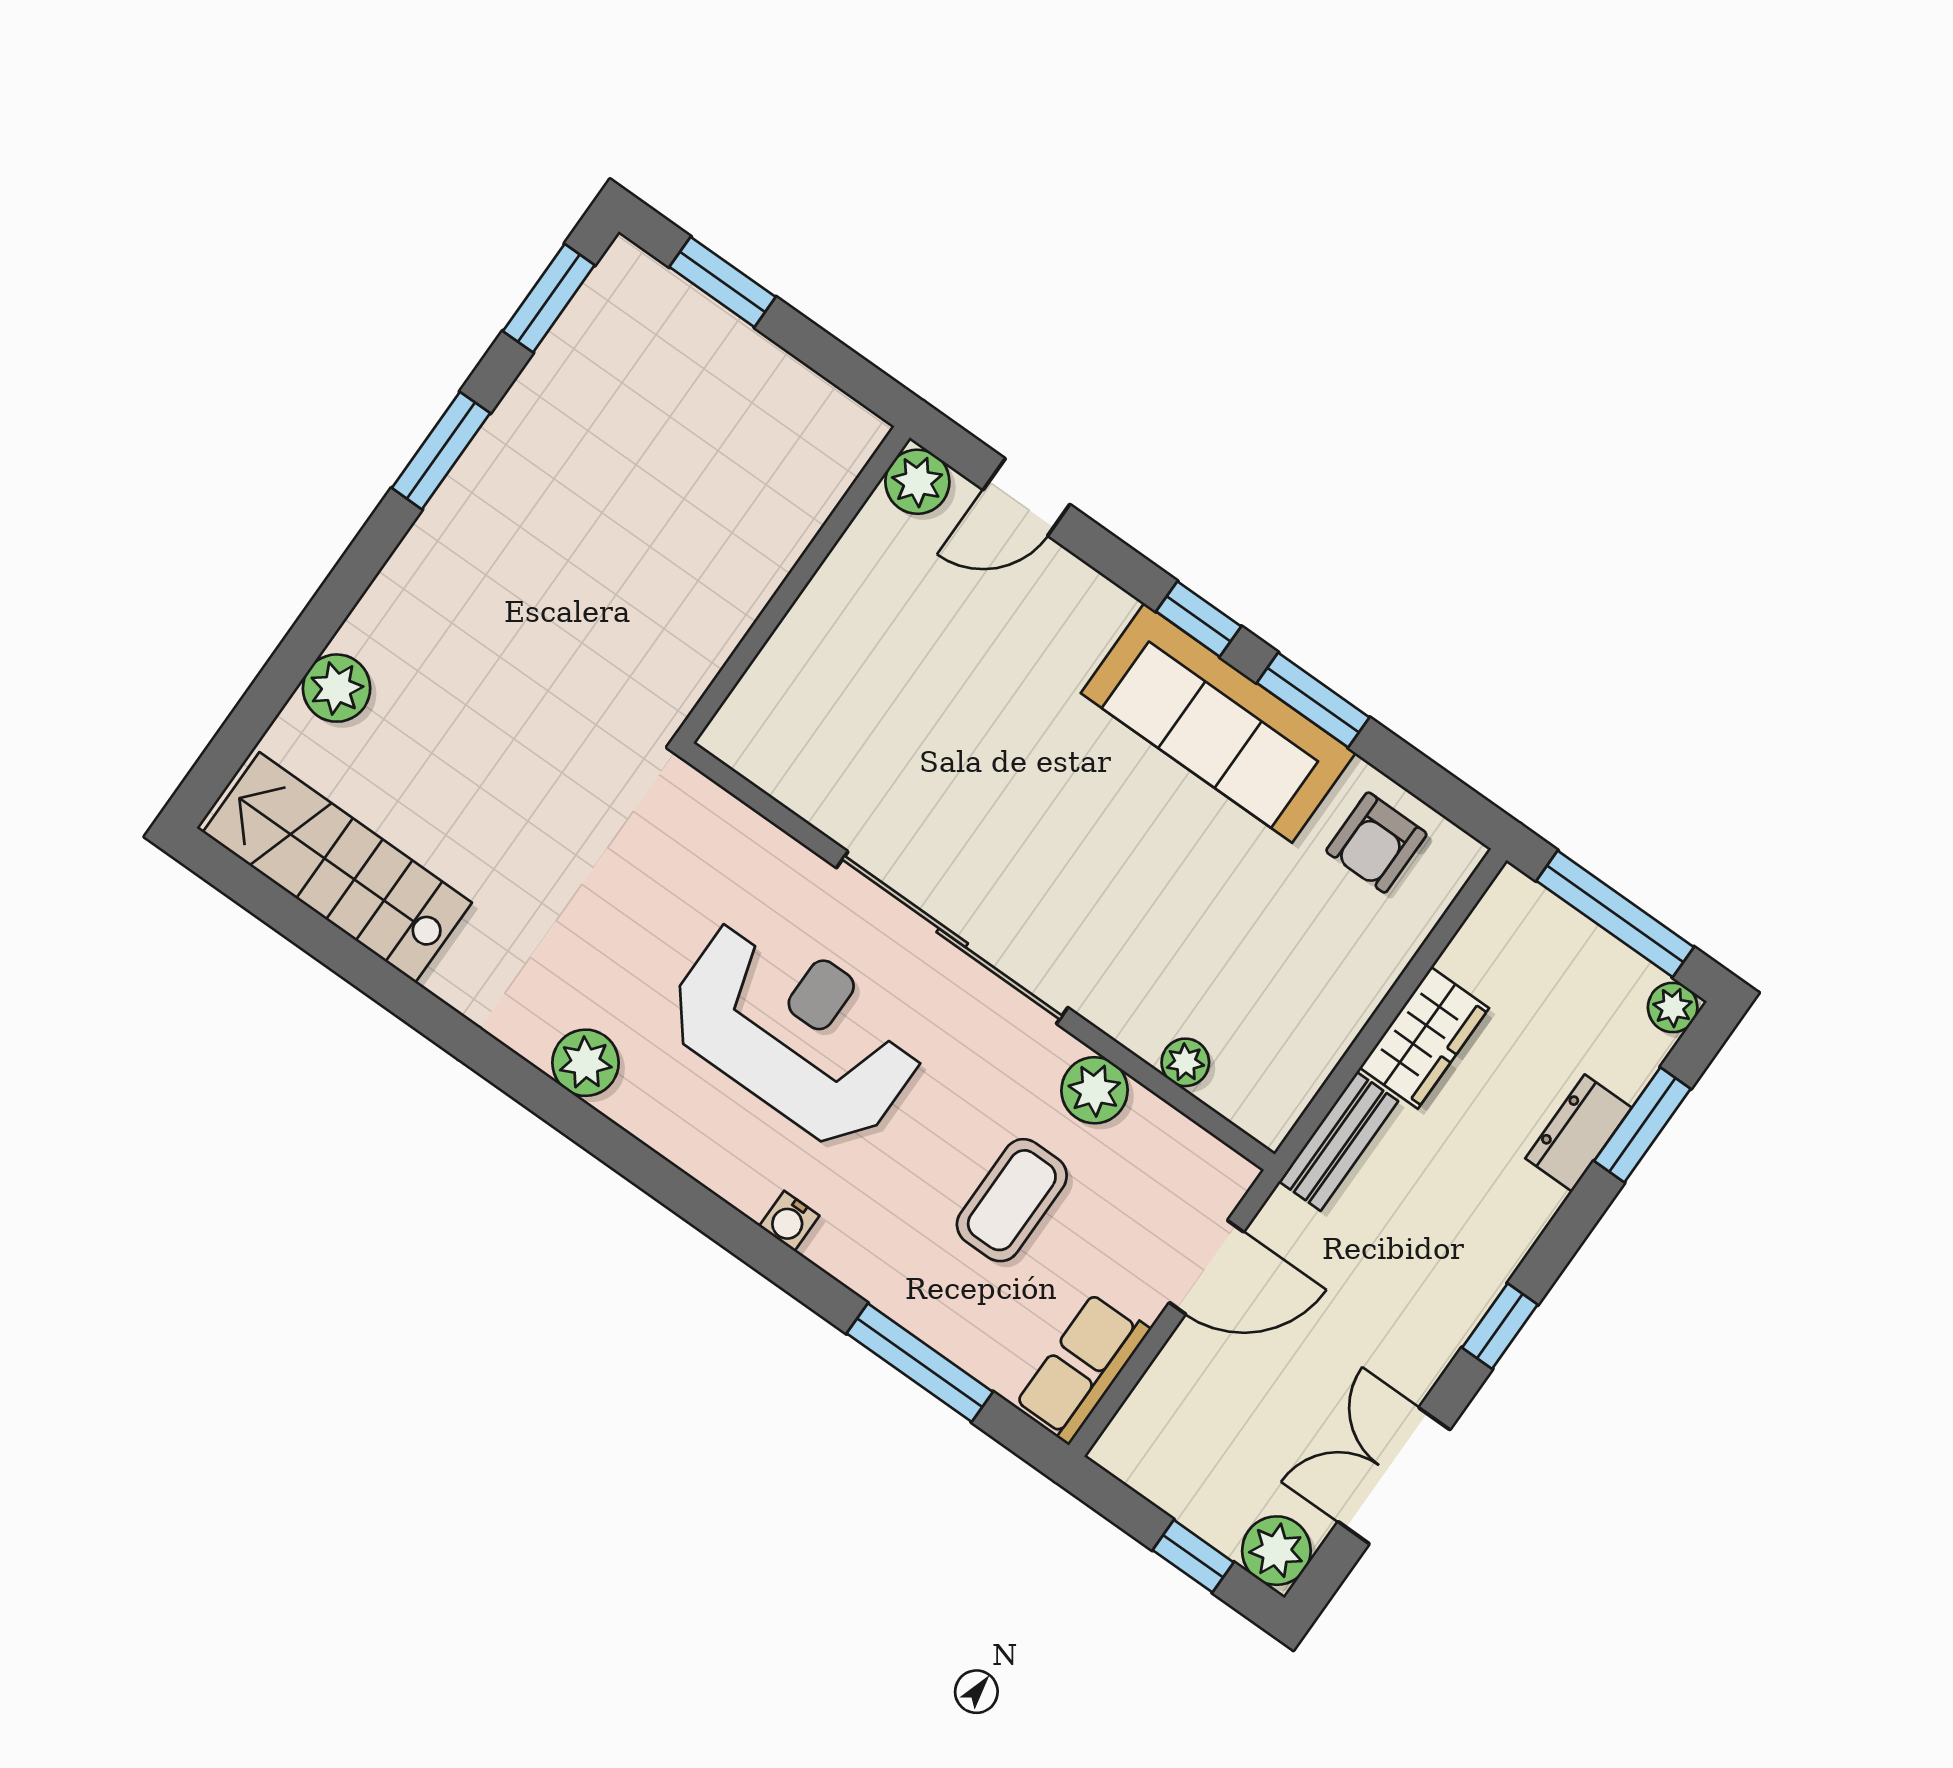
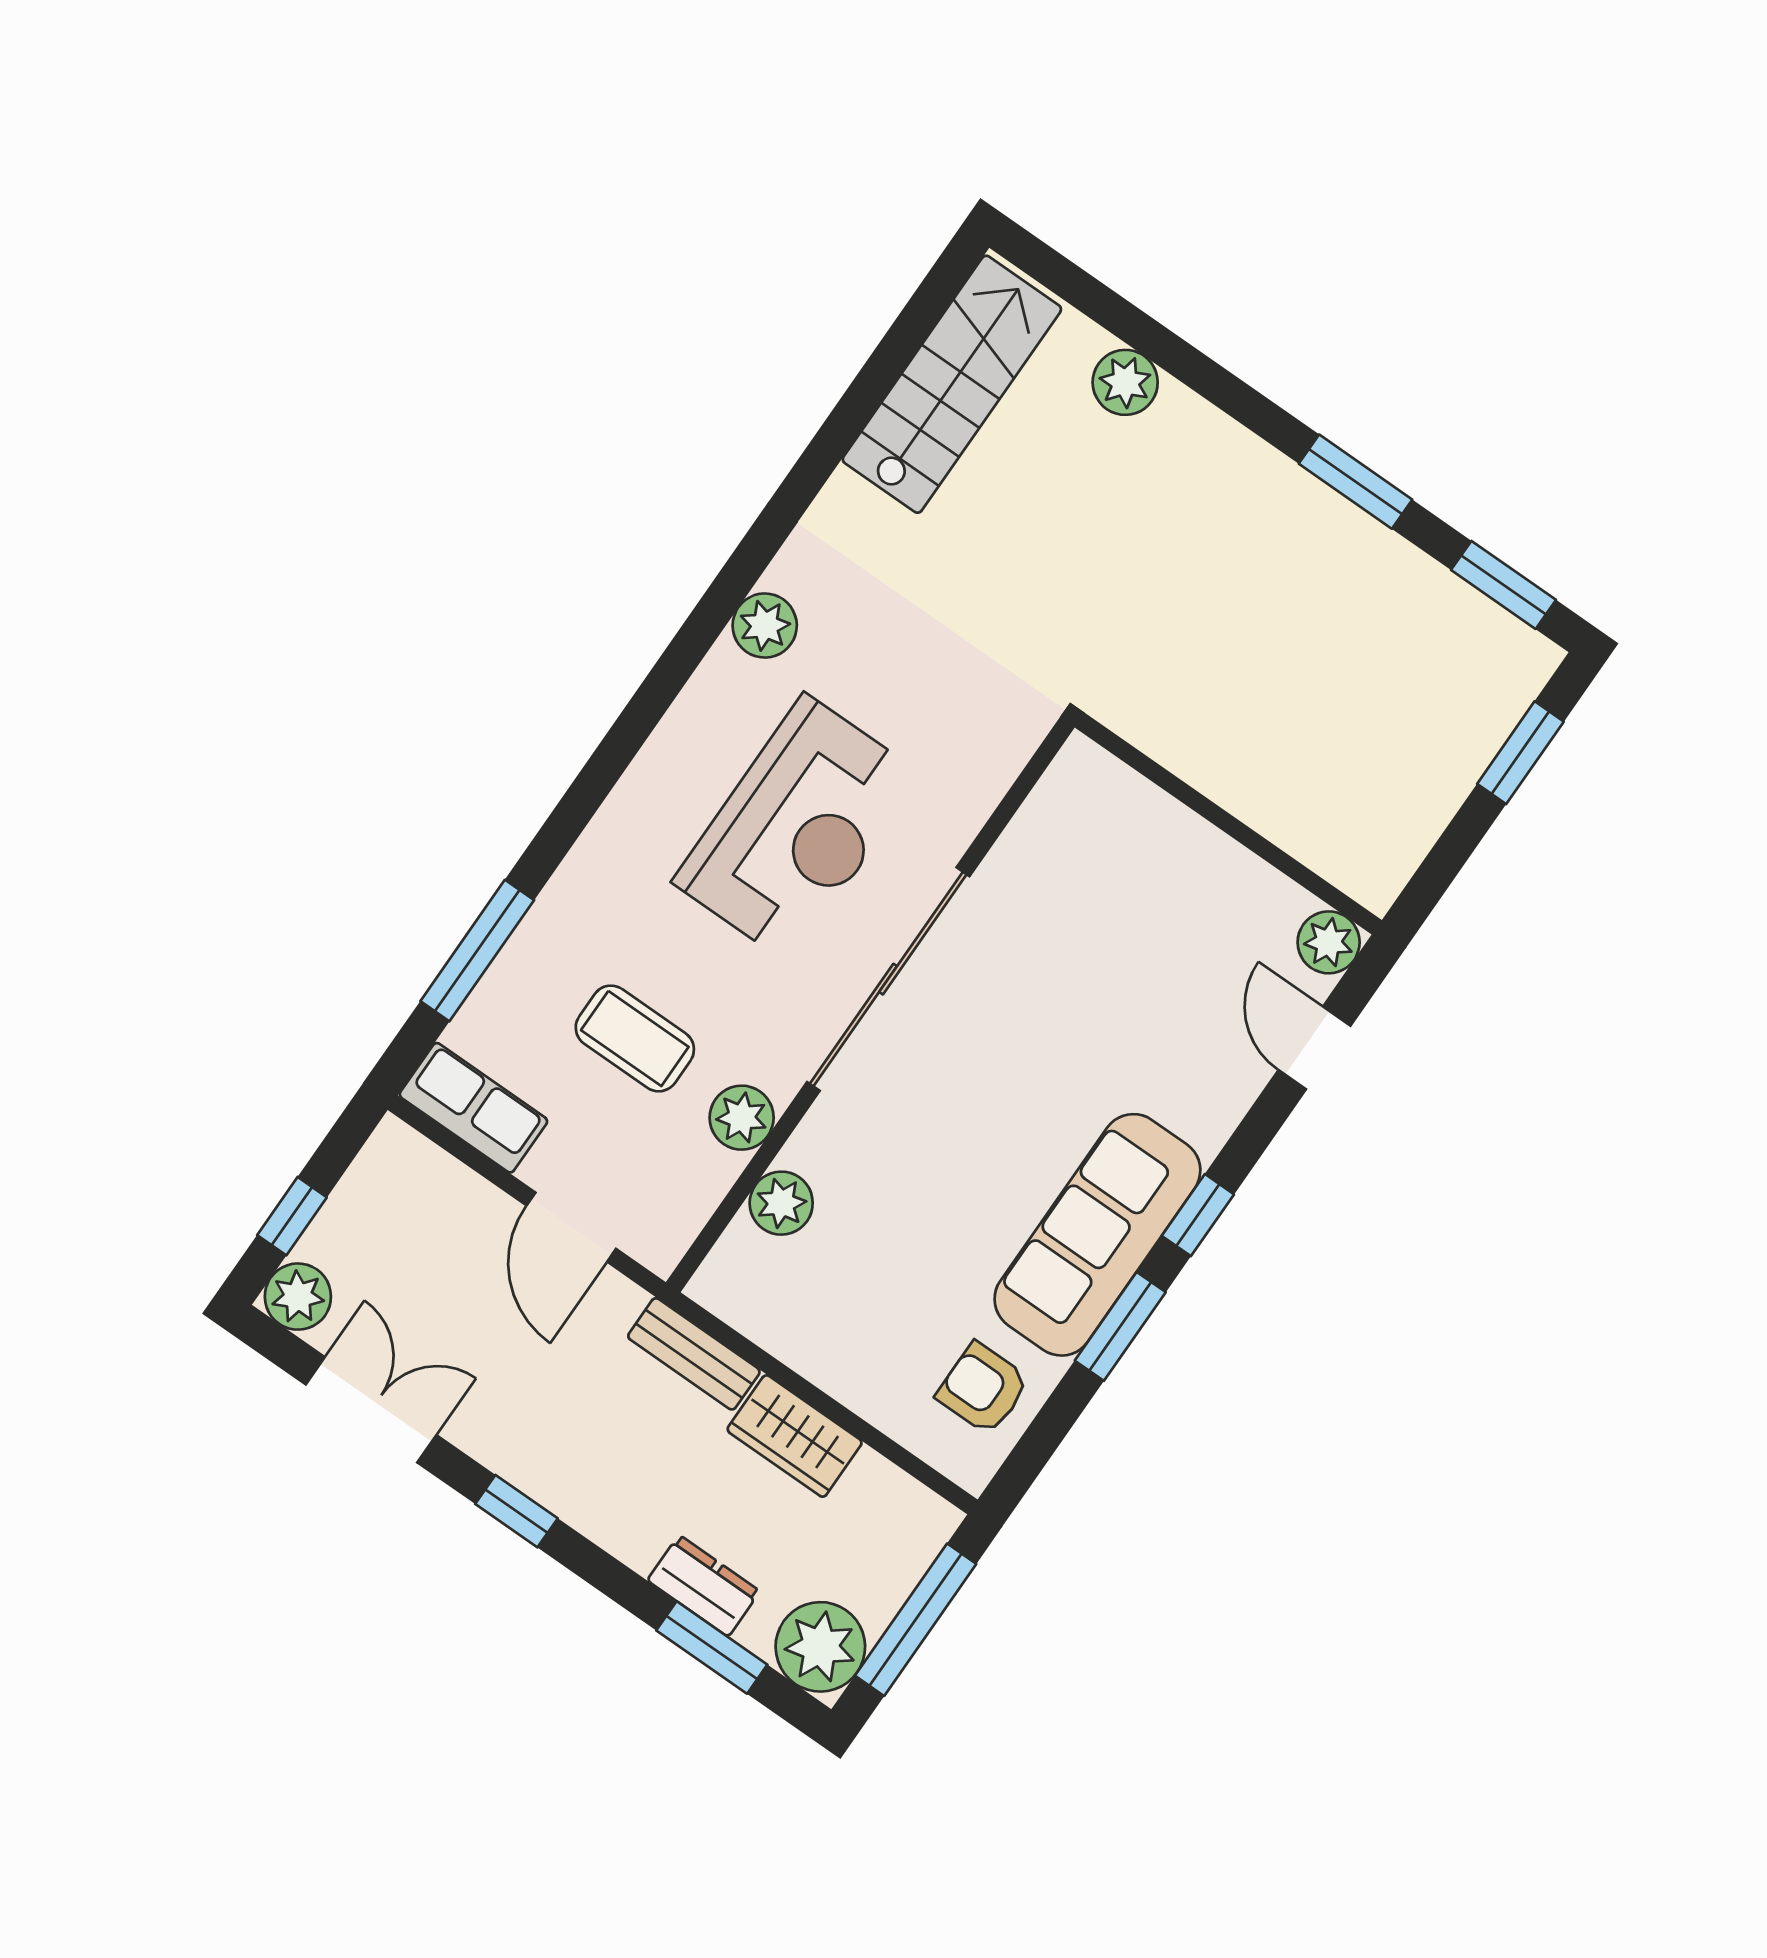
plant: (1673, 1007) -> (820, 1647), width x1.87, depth x1.87
plant: (1185, 1062) -> (781, 1203), width x1.38, depth x1.38
water cooler: (789, 1221) -> (613, 823), removed

